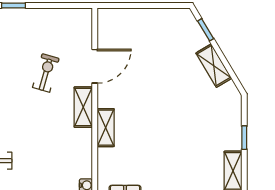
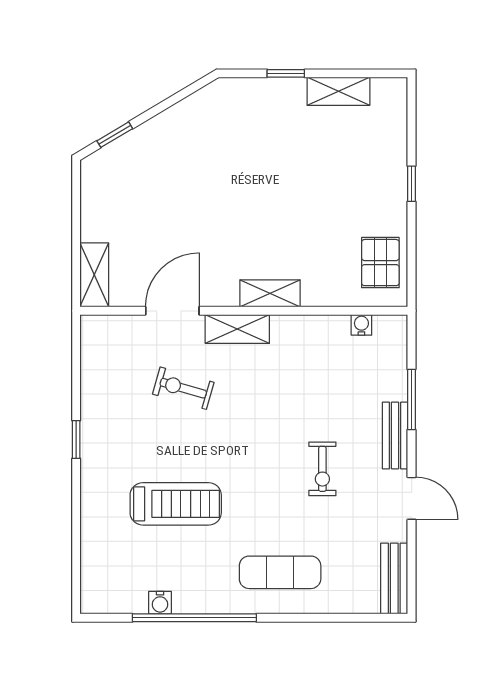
door: (95, 66) -> (172, 311), hinge flipped
shelving: (214, 66) -> (94, 275), moved, turned -59

